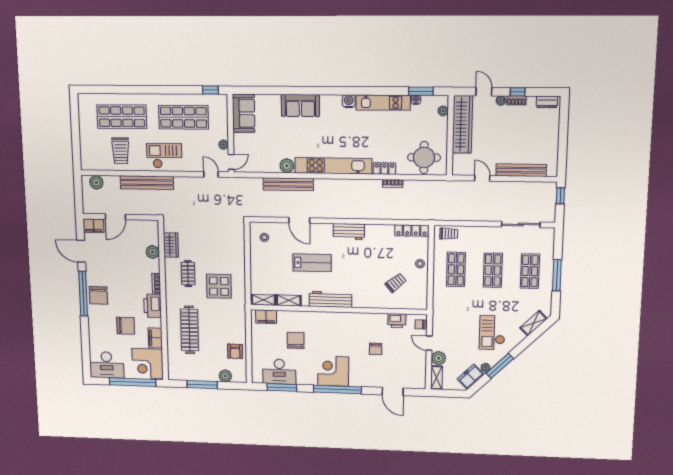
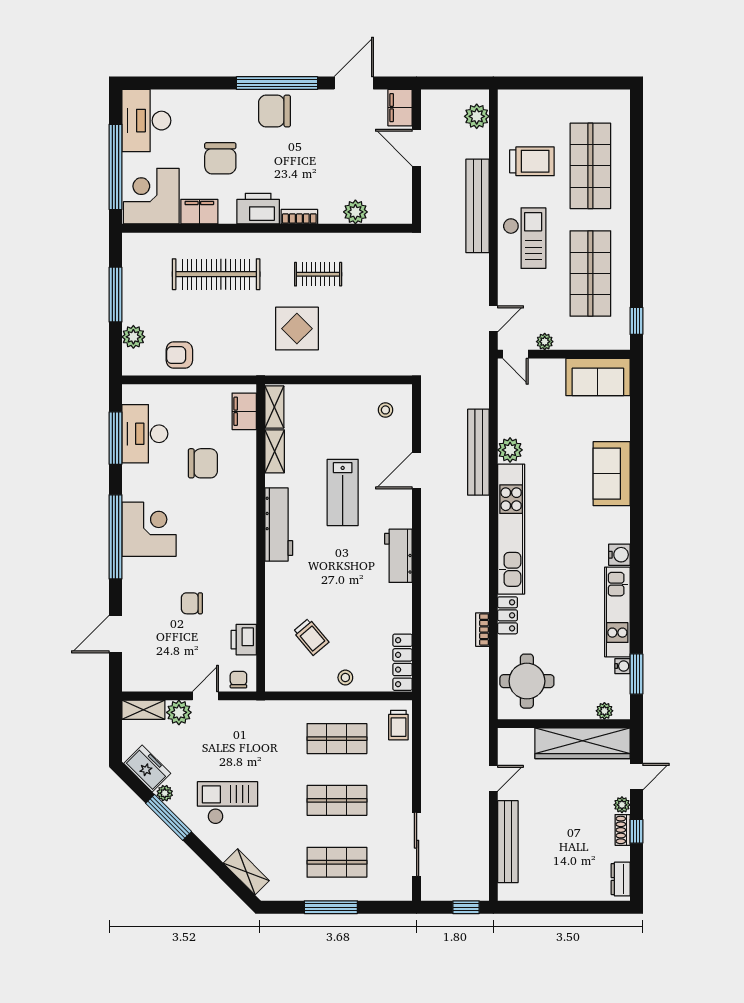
trolley: (120, 151) -> (532, 161), turned 180
wardrobe: (171, 245) -> (368, 245), removed

